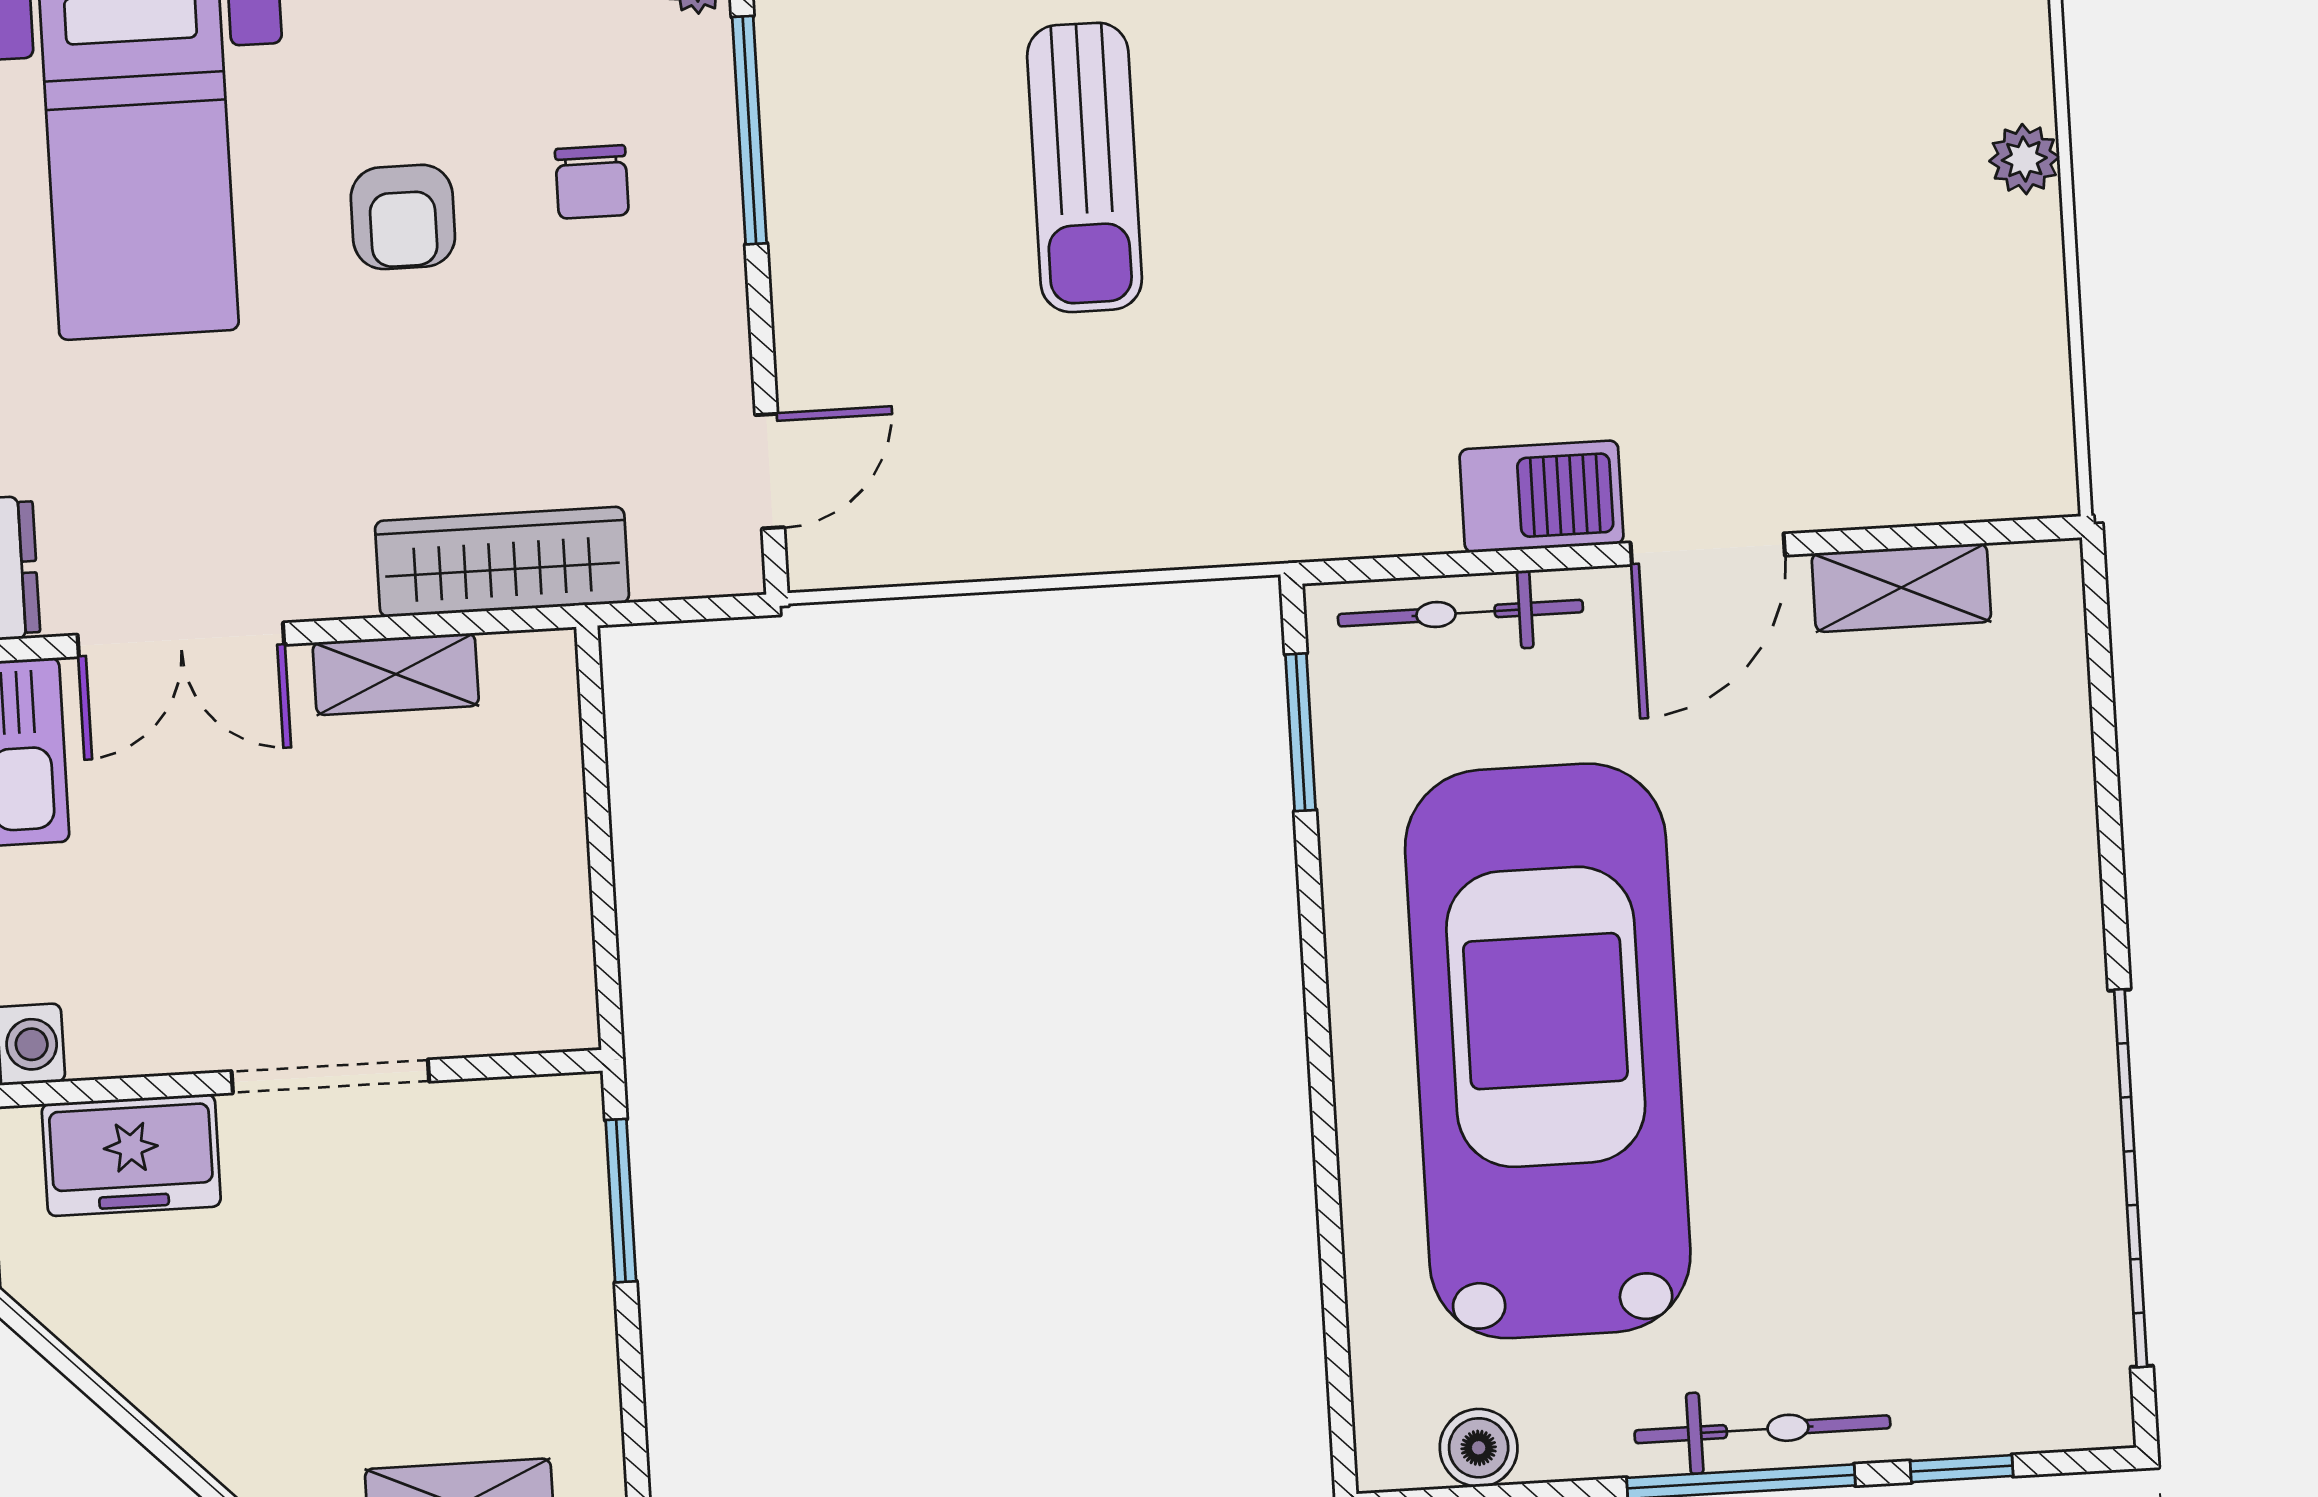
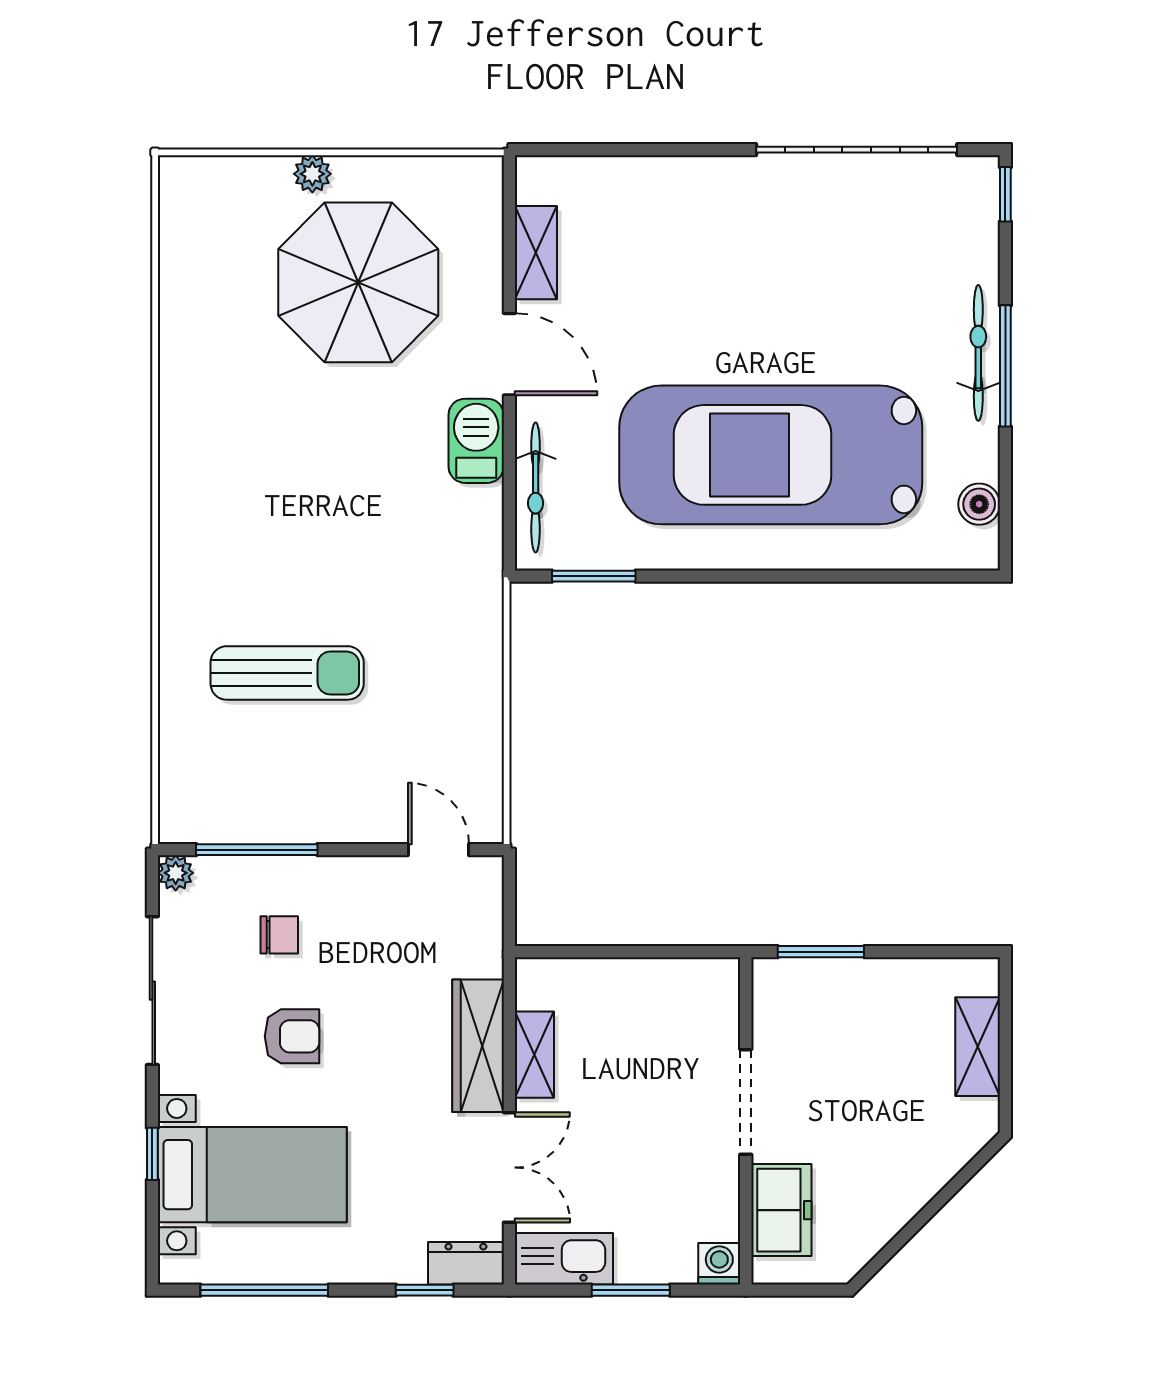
parasol: (1826, 257) -> (358, 282), added
wardrobe: (502, 562) -> (478, 1046), moved
window: (1962, 1469) -> (1005, 194), moved

